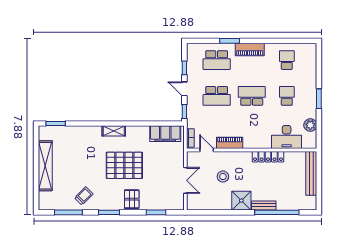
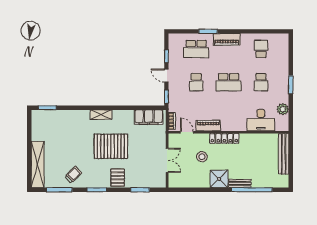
school desk: (217, 96) -> (196, 82), width x0.54
school desk: (252, 96) -> (229, 82), turned 180
school desk: (287, 96) -> (261, 82), turned 180
locker: (268, 157) -> (224, 138), moved
shelving: (45, 166) -> (38, 165), moved

